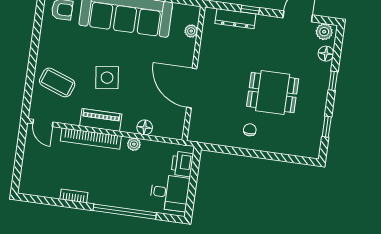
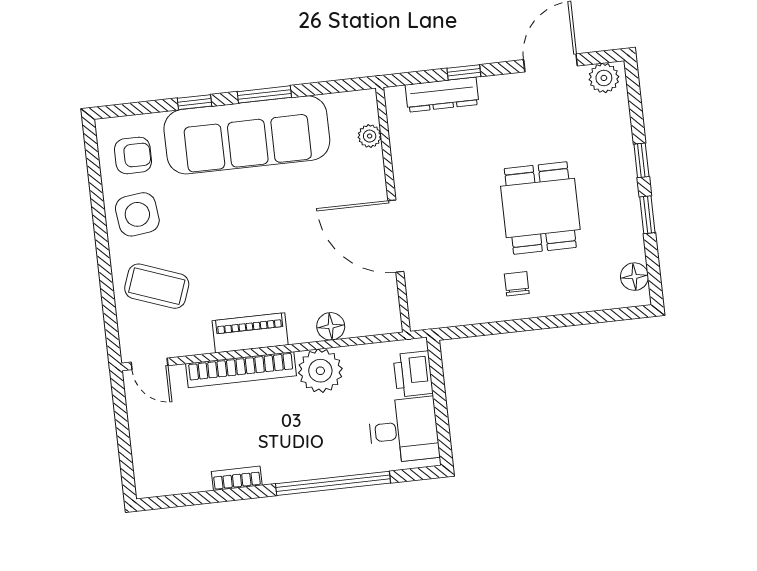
floor lamp: (326, 54) -> (634, 277), moved
side table: (107, 78) -> (137, 214), moved
dining table: (273, 93) -> (540, 208), turned 90
window: (327, 127) -> (647, 215), moved
plant: (134, 144) -> (320, 371), width x1.87, depth x1.87

